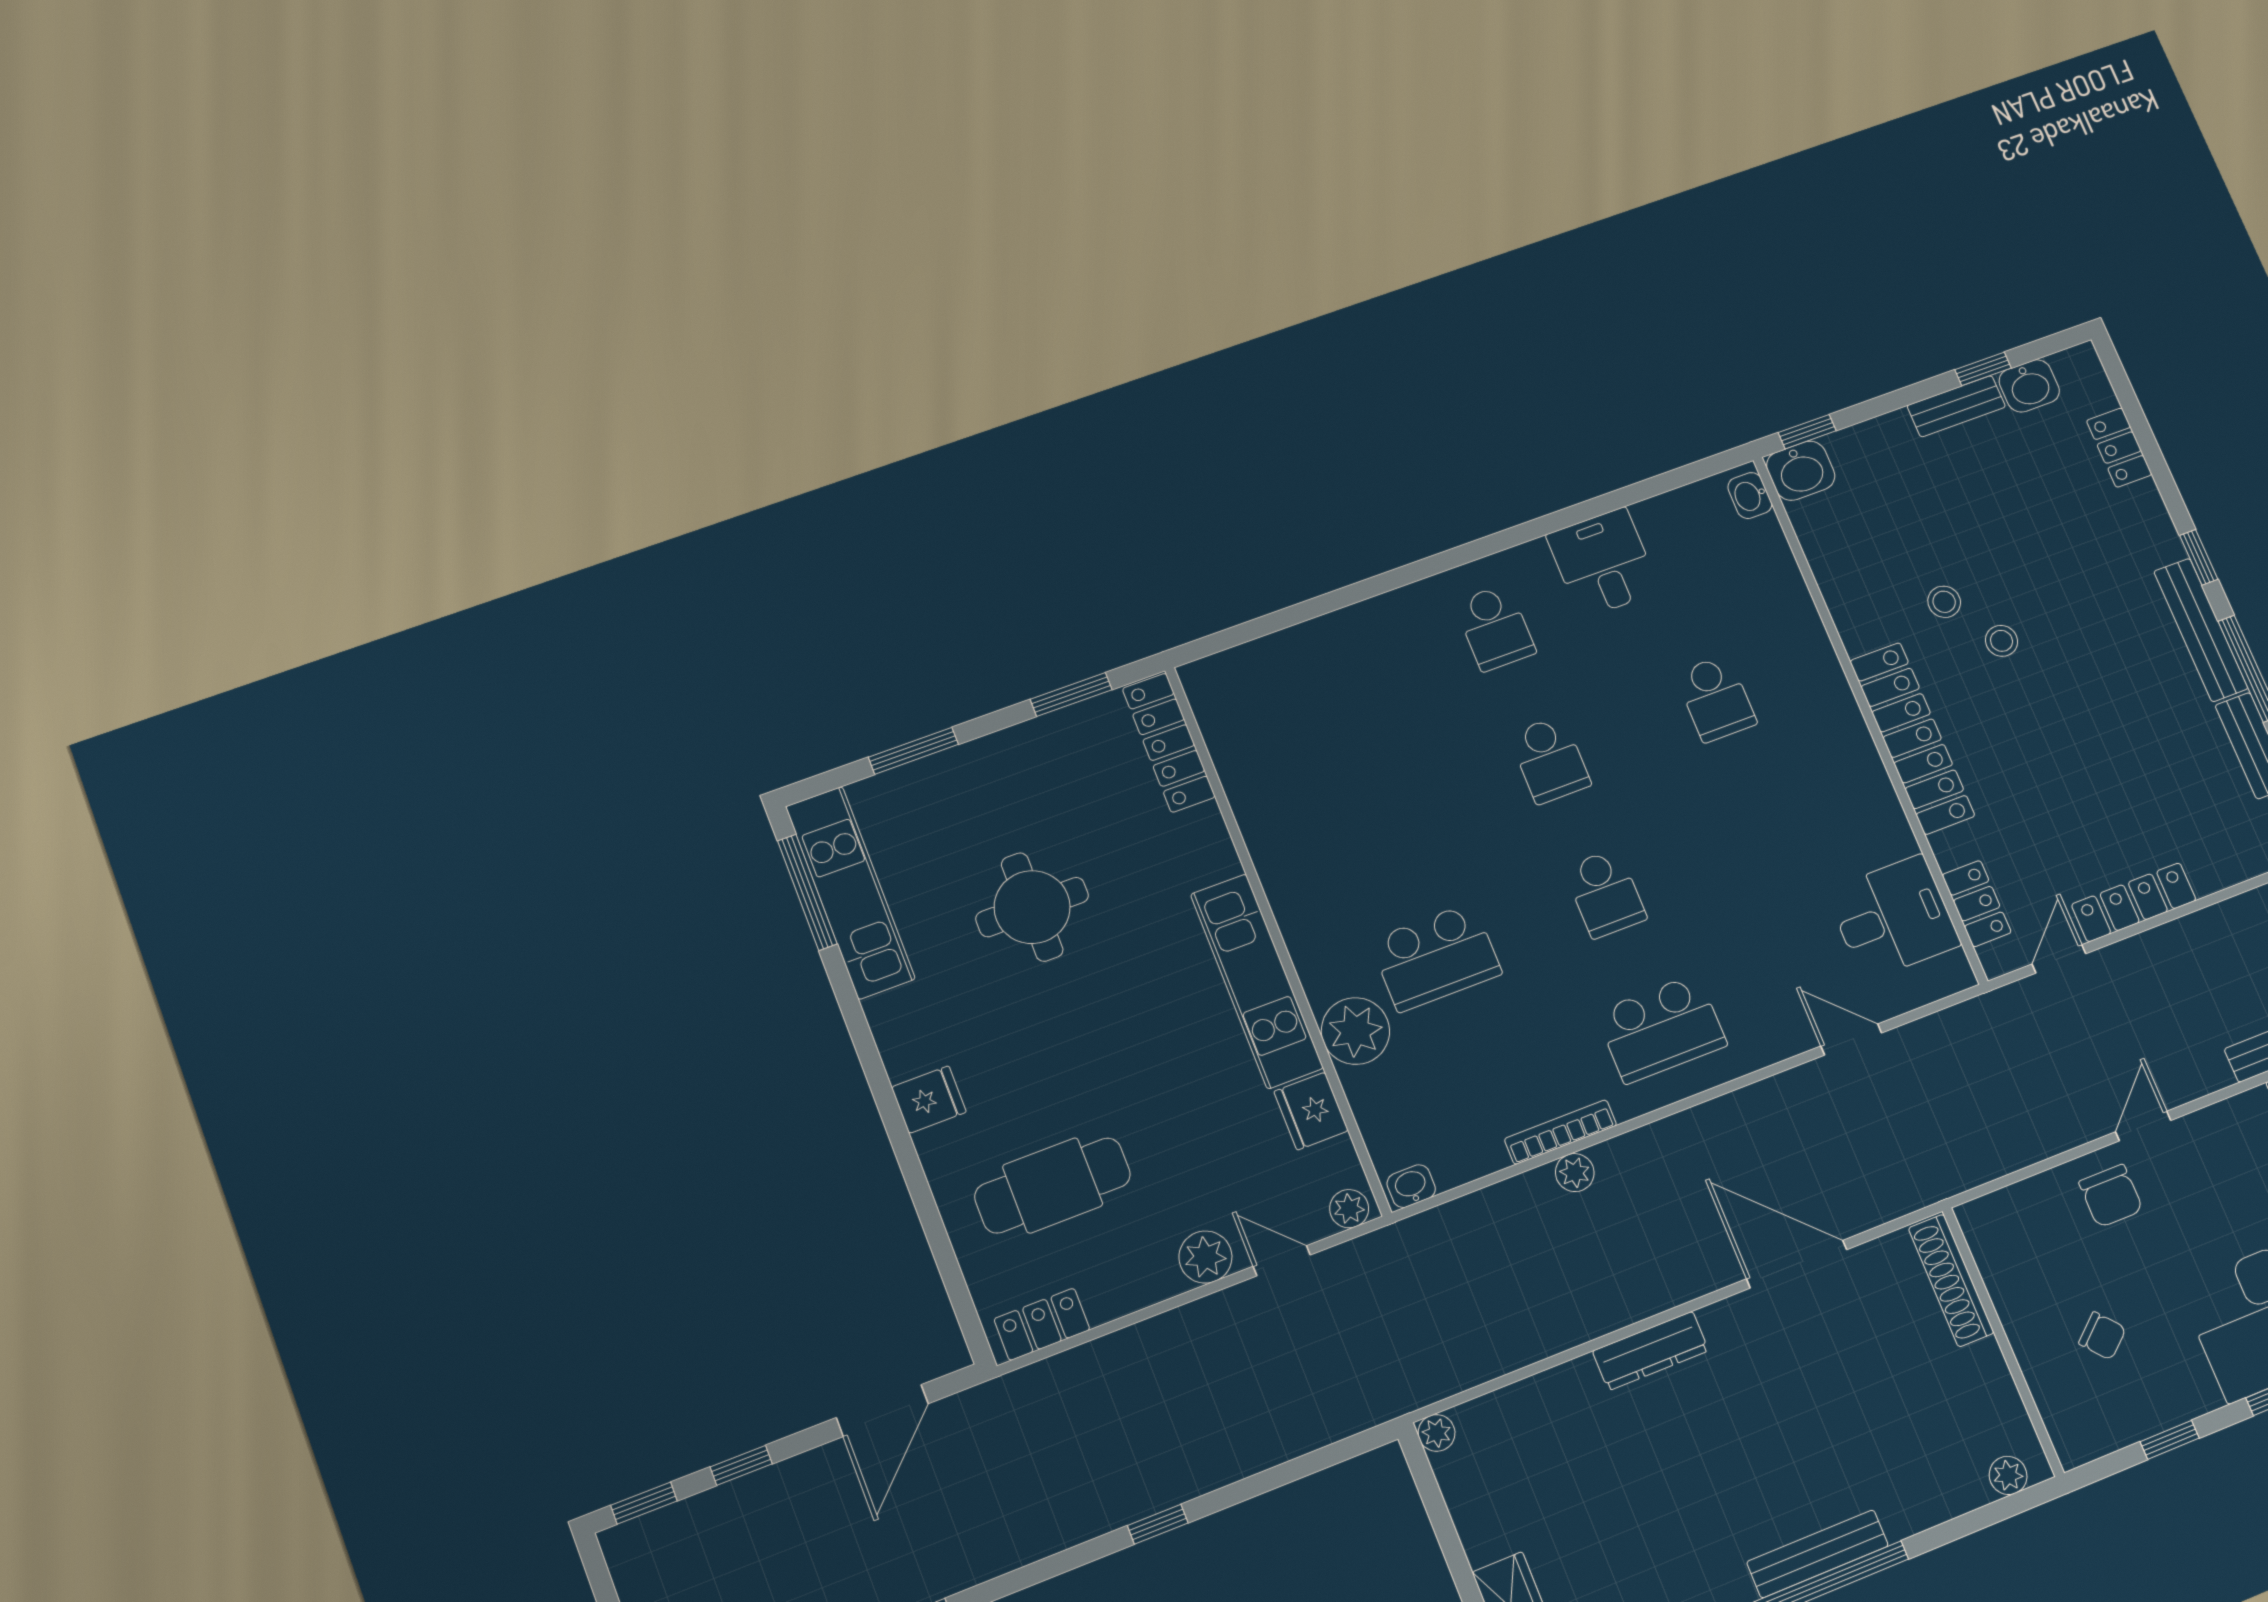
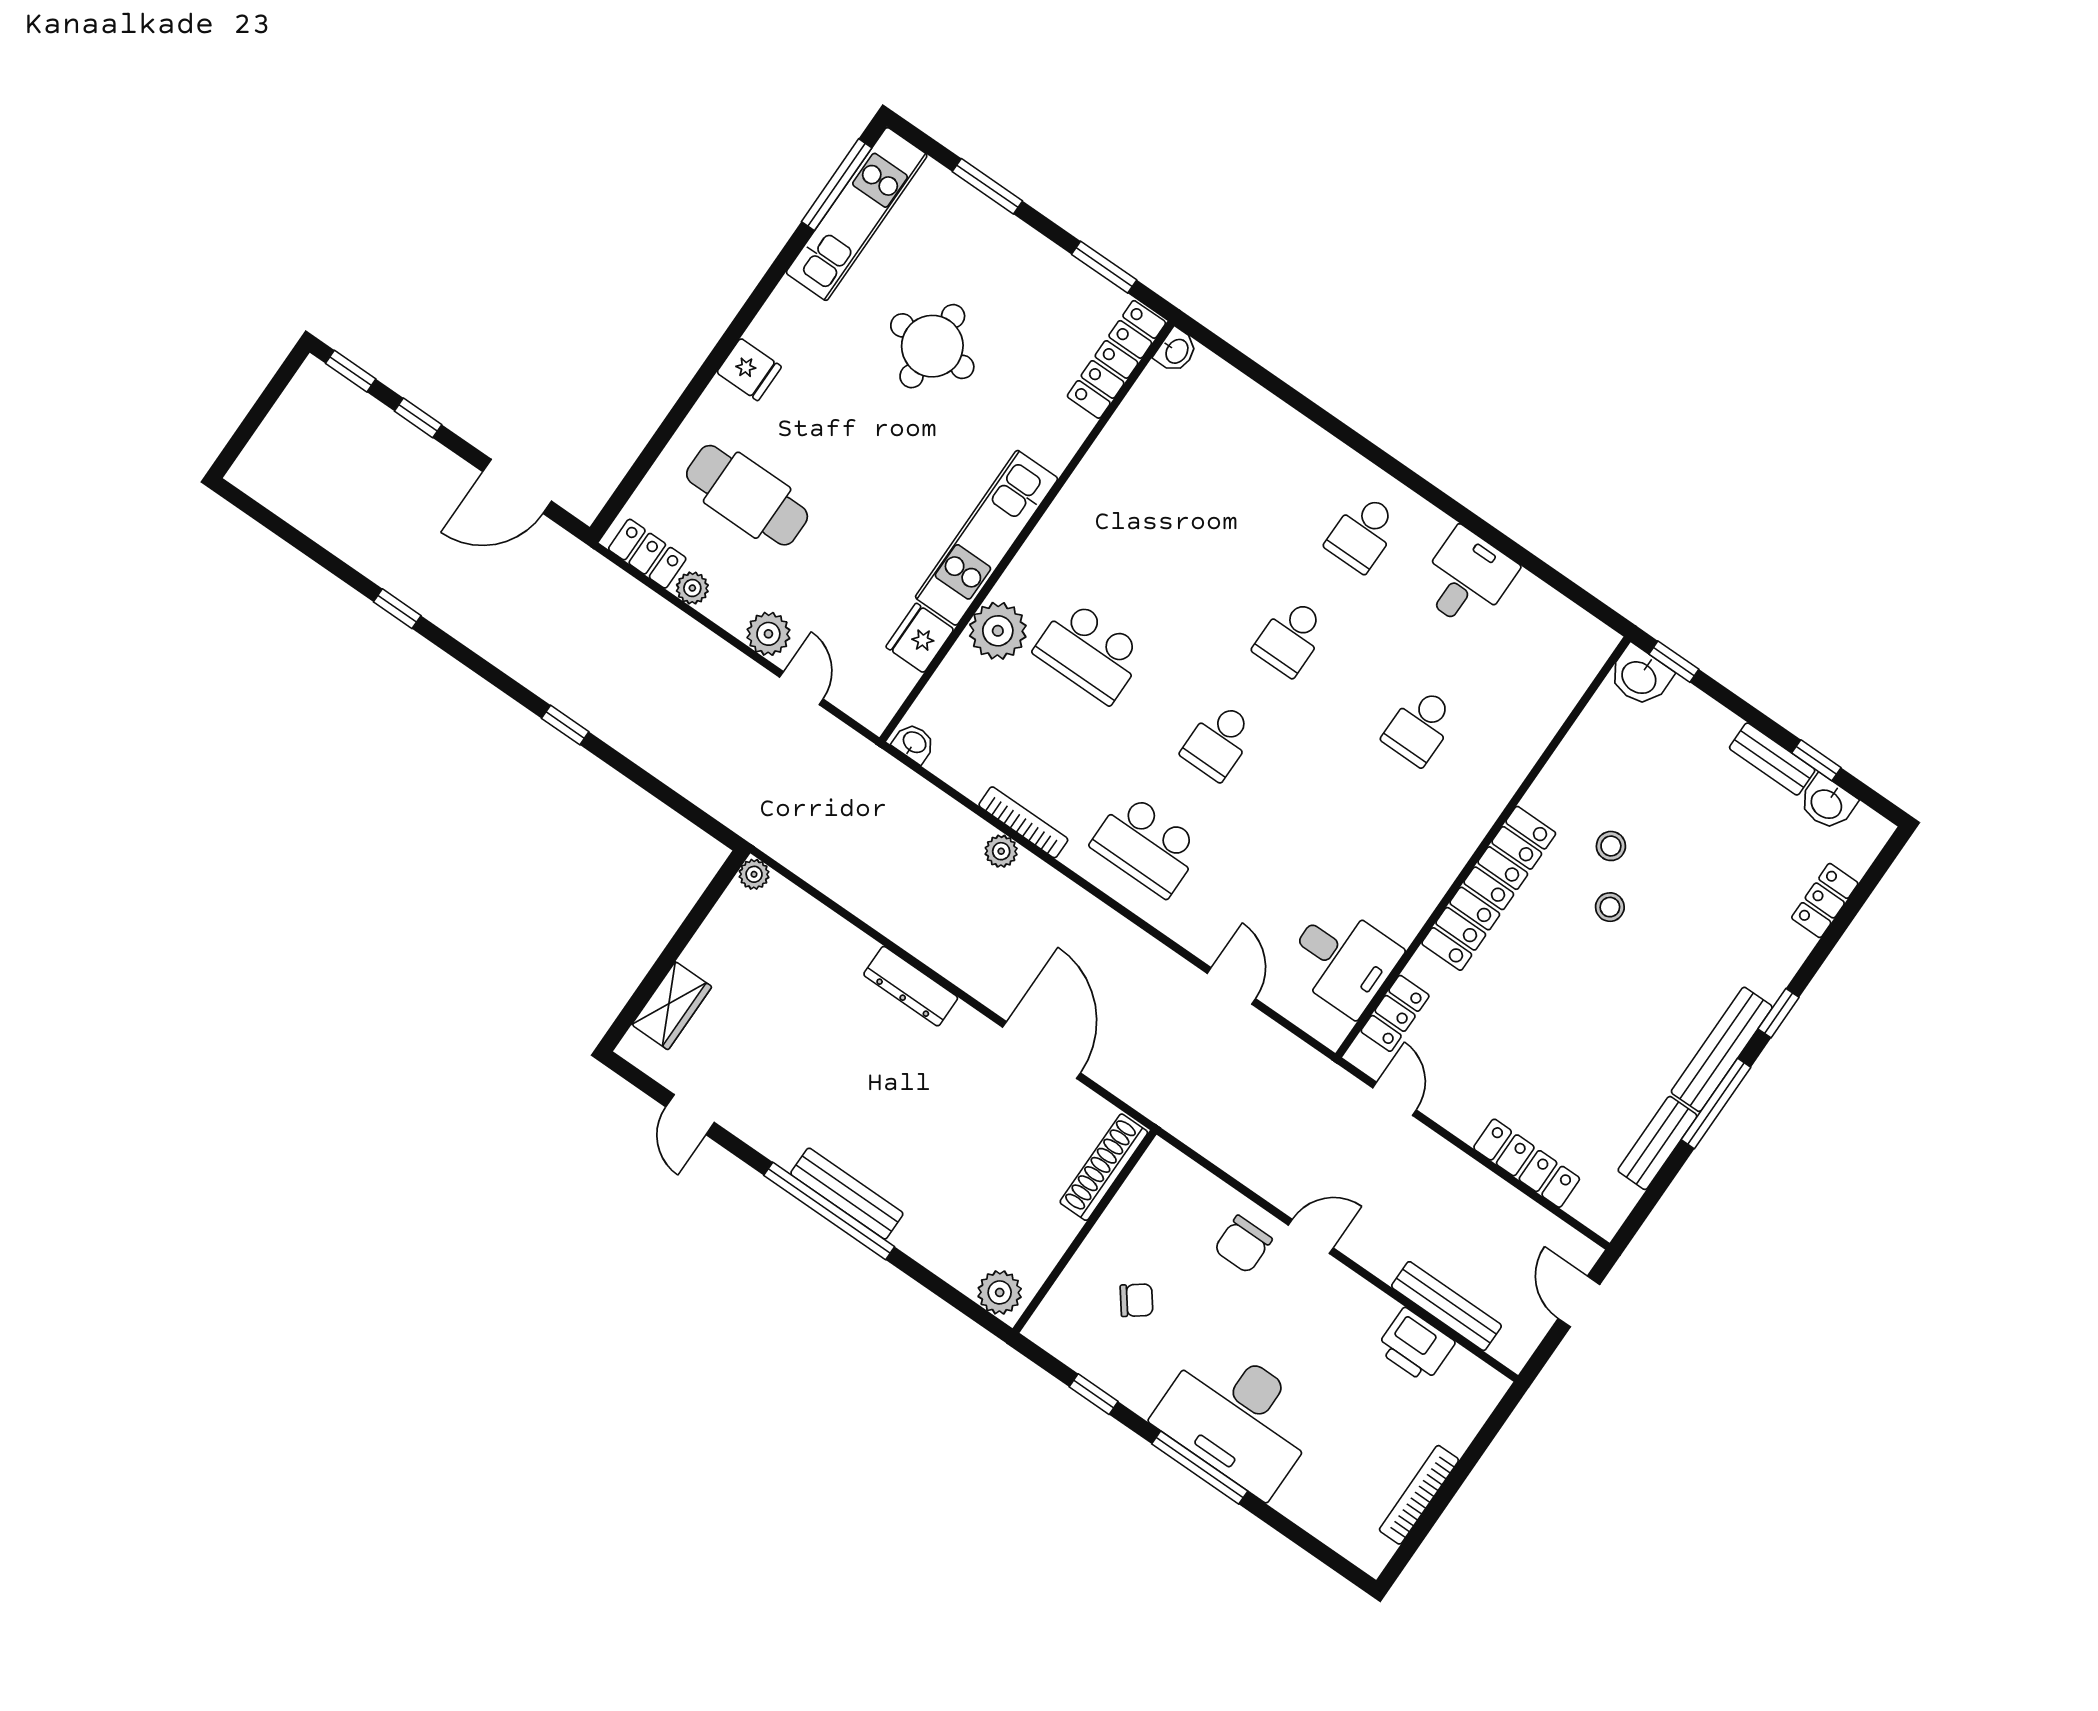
washbasin: (1750, 496) -> (1176, 351), moved, turned 180
locker: (2134, 902) -> (1527, 1163), moved
door: (2059, 959) -> (1394, 1099), hinge flipped
plant: (1349, 1209) -> (692, 588), moved
chair: (2102, 1336) -> (1136, 1300), turned -86
plant: (2008, 1475) -> (1000, 1292), width x1.38, depth x1.38

